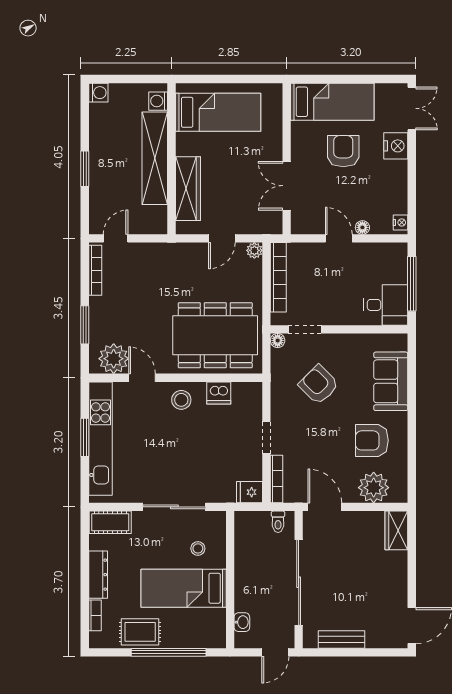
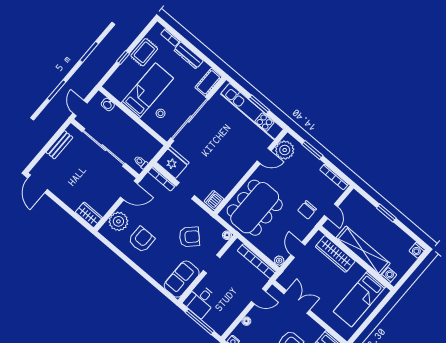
door: (116, 238) -> (331, 211), moved
door: (339, 238) -> (259, 296), moved
chair: (163, 269) -> (307, 210), added
doorway: (305, 329) -> (212, 264), moved
sofa: (391, 381) -> (182, 279), moved, turned -90
dishwasher: (219, 393) -> (214, 200), moved
stool: (181, 400) -> (238, 165), removed
fridge: (250, 492) -> (173, 162), width x1.88, depth x1.34
sliding door: (174, 507) -> (190, 119), width x1.36
window: (169, 652) -> (123, 58), width x0.32

